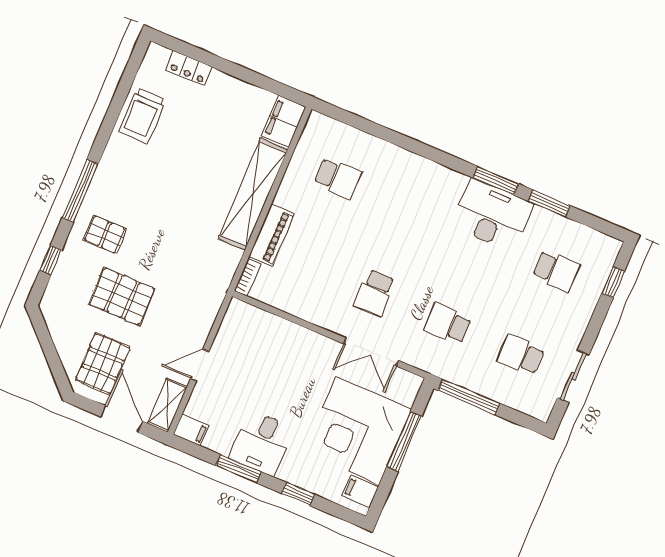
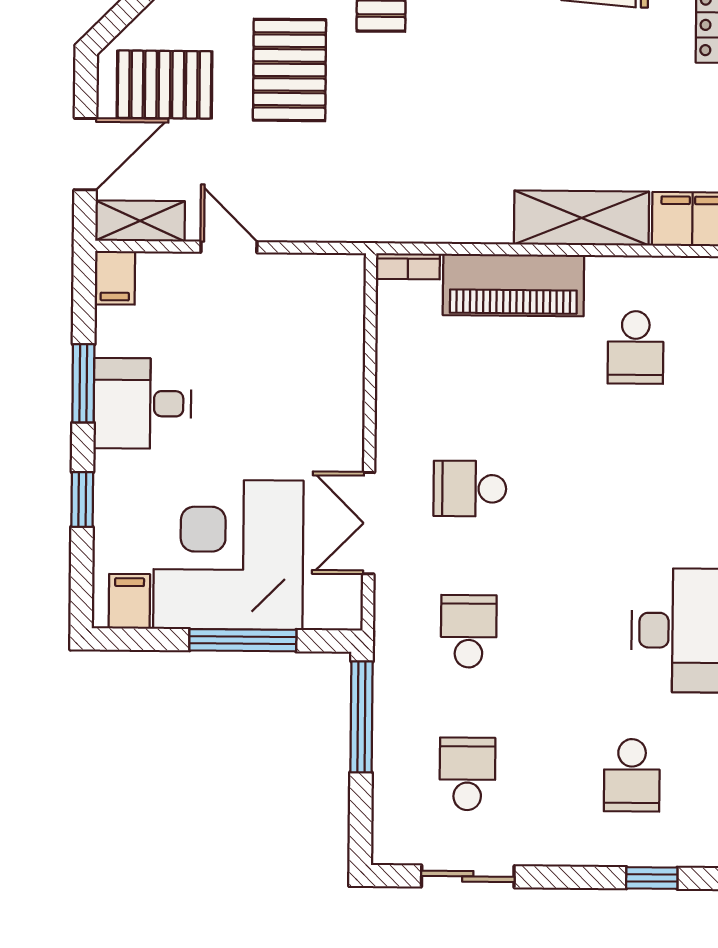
shelving: (253, 194) -> (581, 218), width x0.68
piano: (272, 235) -> (513, 285), width x1.37, depth x1.33

